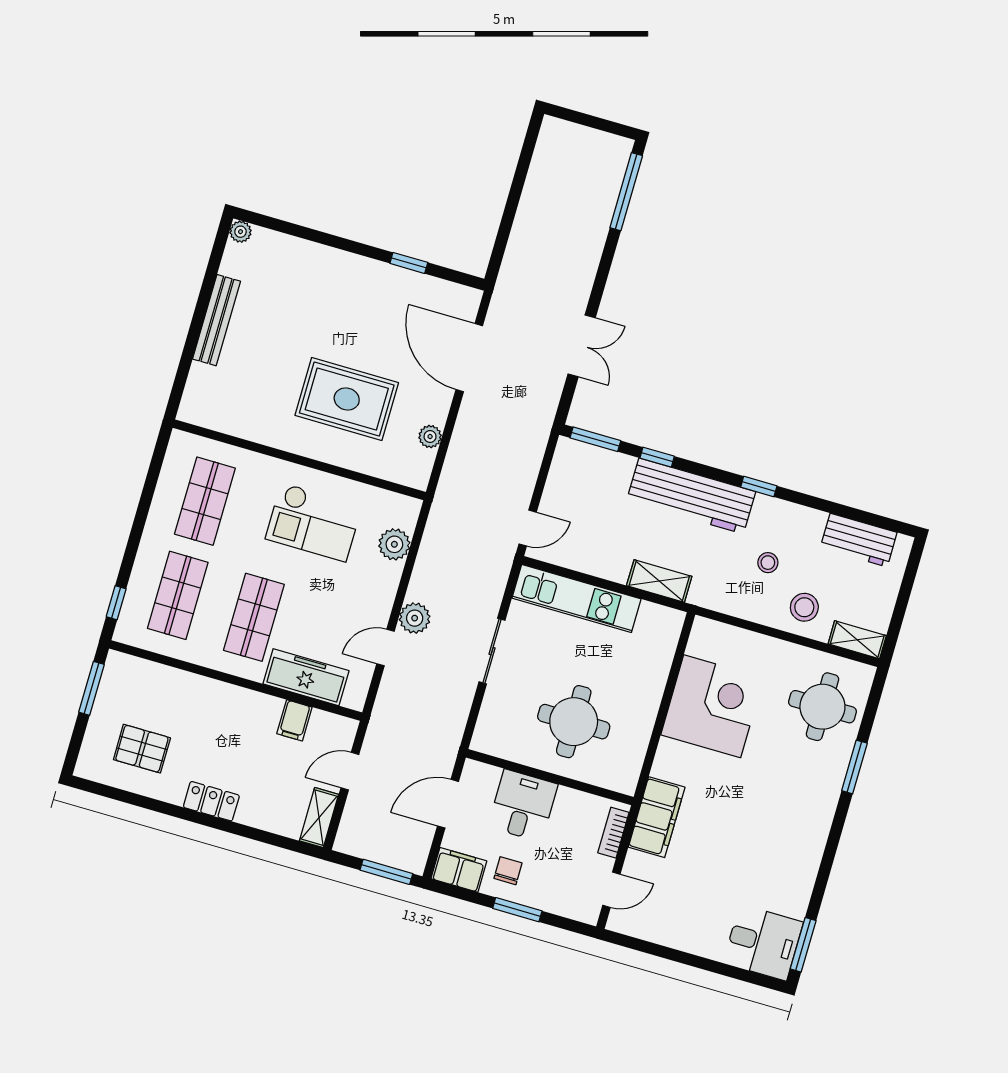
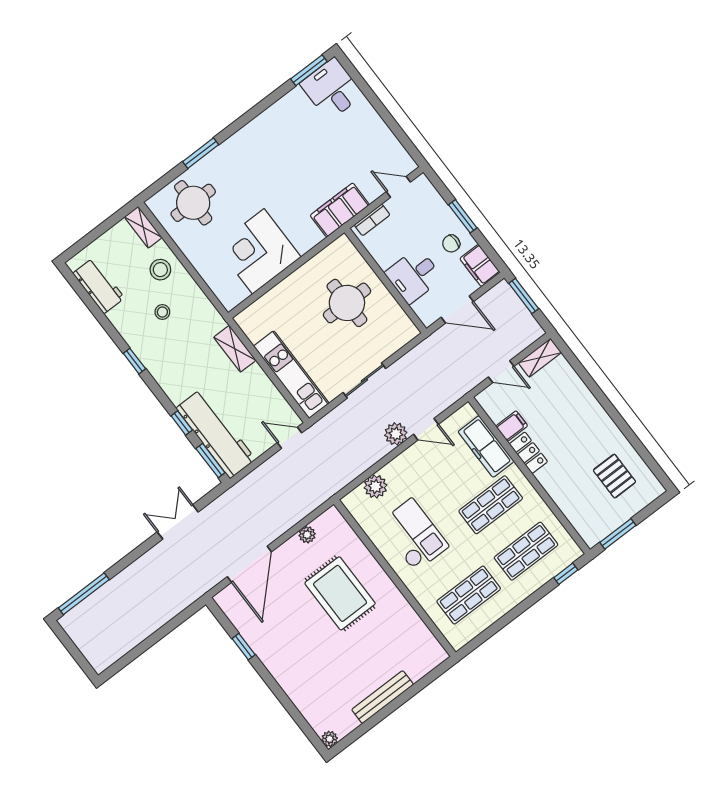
workbench: (691, 496) -> (216, 434), moved
locker: (211, 801) -> (528, 453), moved, turned 180

